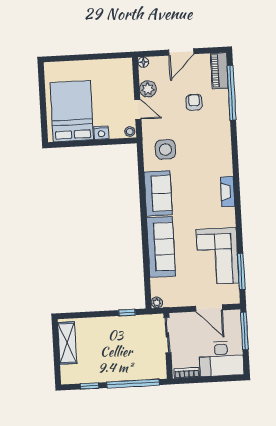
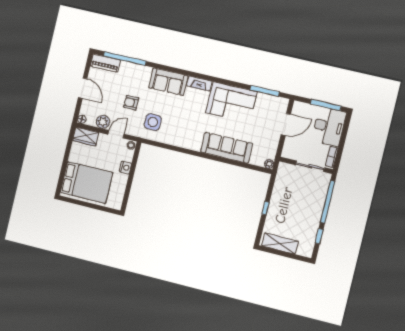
wardrobe: (124, 73) -> (86, 136), added
armchair: (194, 102) -> (131, 103), moved
bed: (72, 111) -> (86, 182), moved, turned 180
sofa: (158, 193) -> (168, 82), moved, turned 180
corner sofa: (218, 256) -> (231, 102), moved
window: (127, 313) -> (266, 208), moved
window: (244, 331) -> (326, 105), moved
sliding door: (168, 335) -> (310, 166), moved

